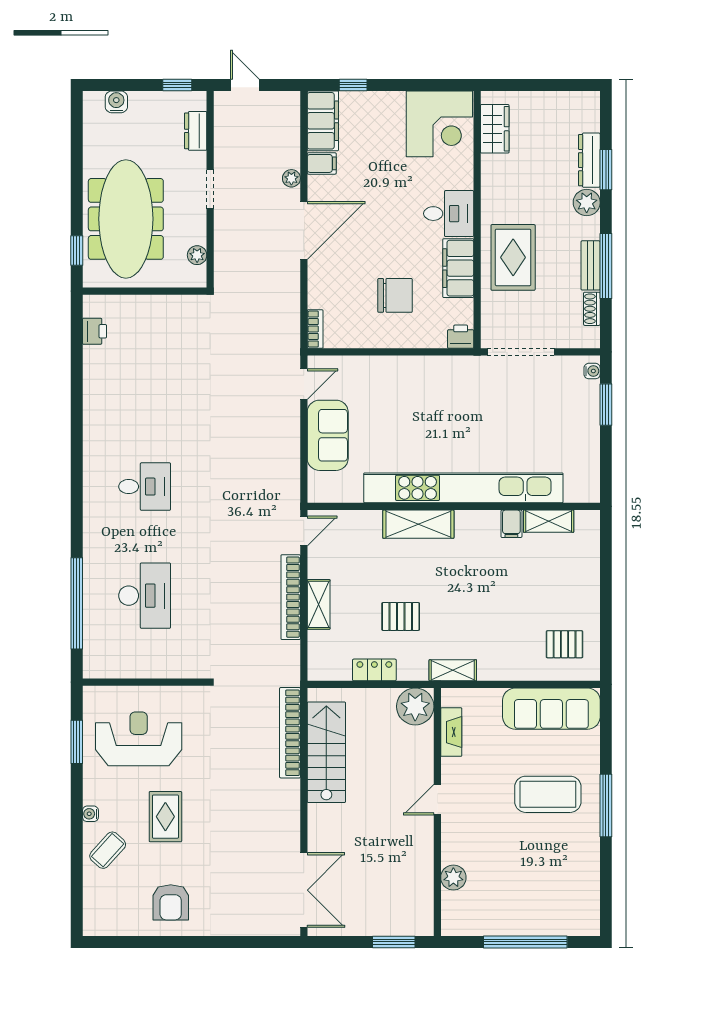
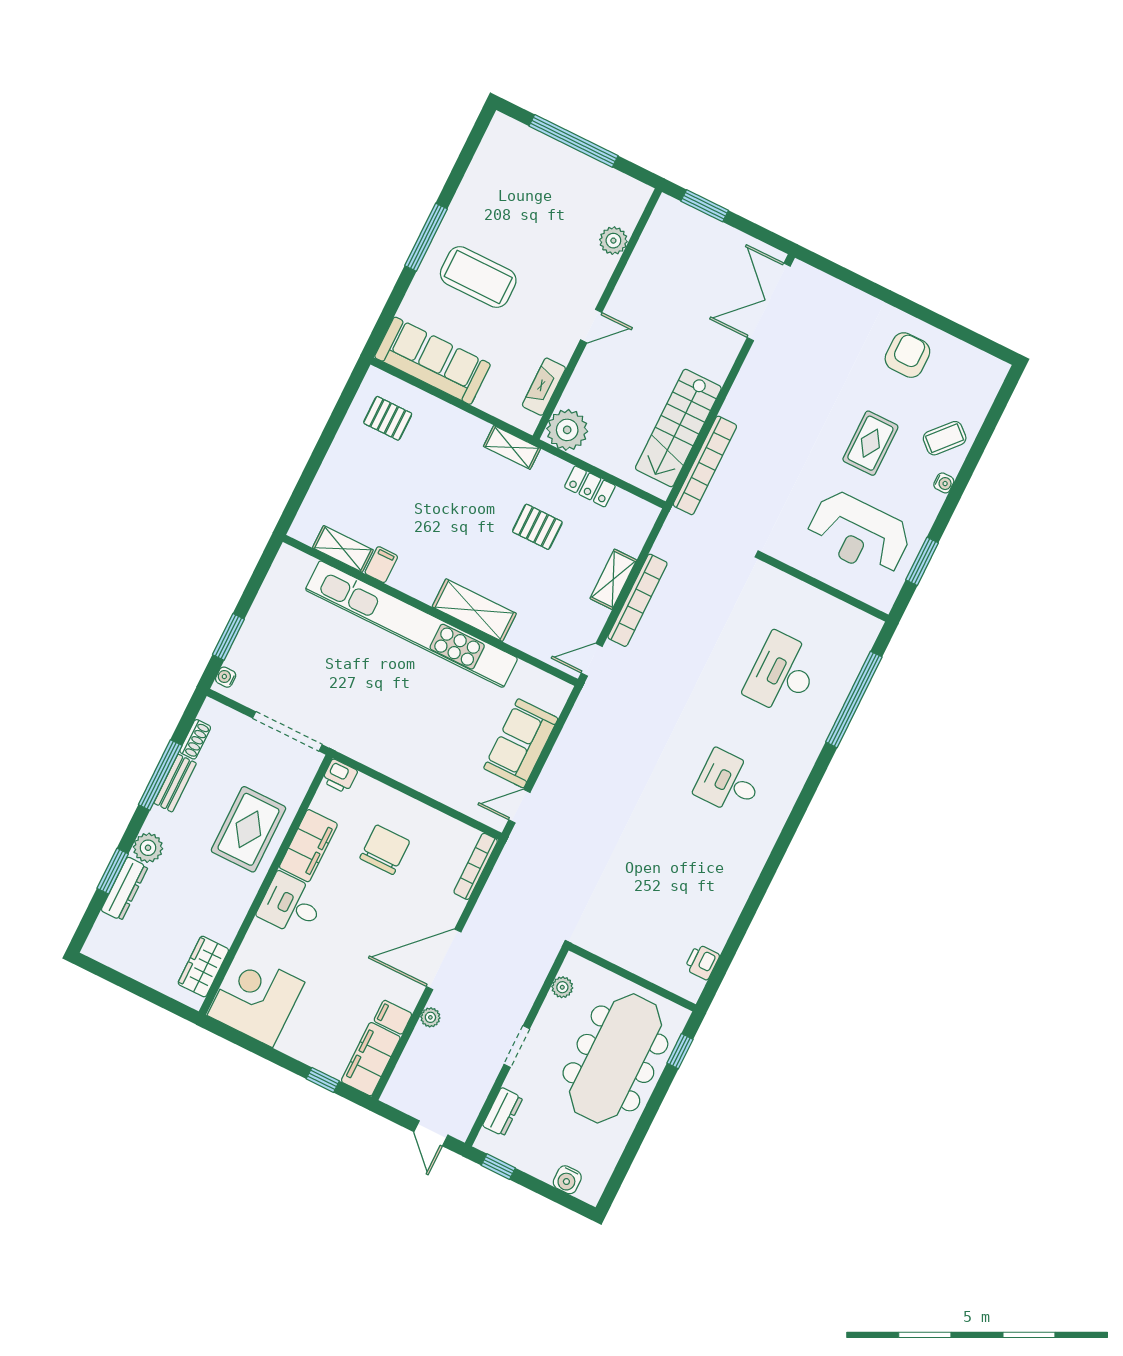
chair: (395, 295) -> (385, 850), turned 90
bookcase: (315, 329) -> (476, 866), width x1.56

